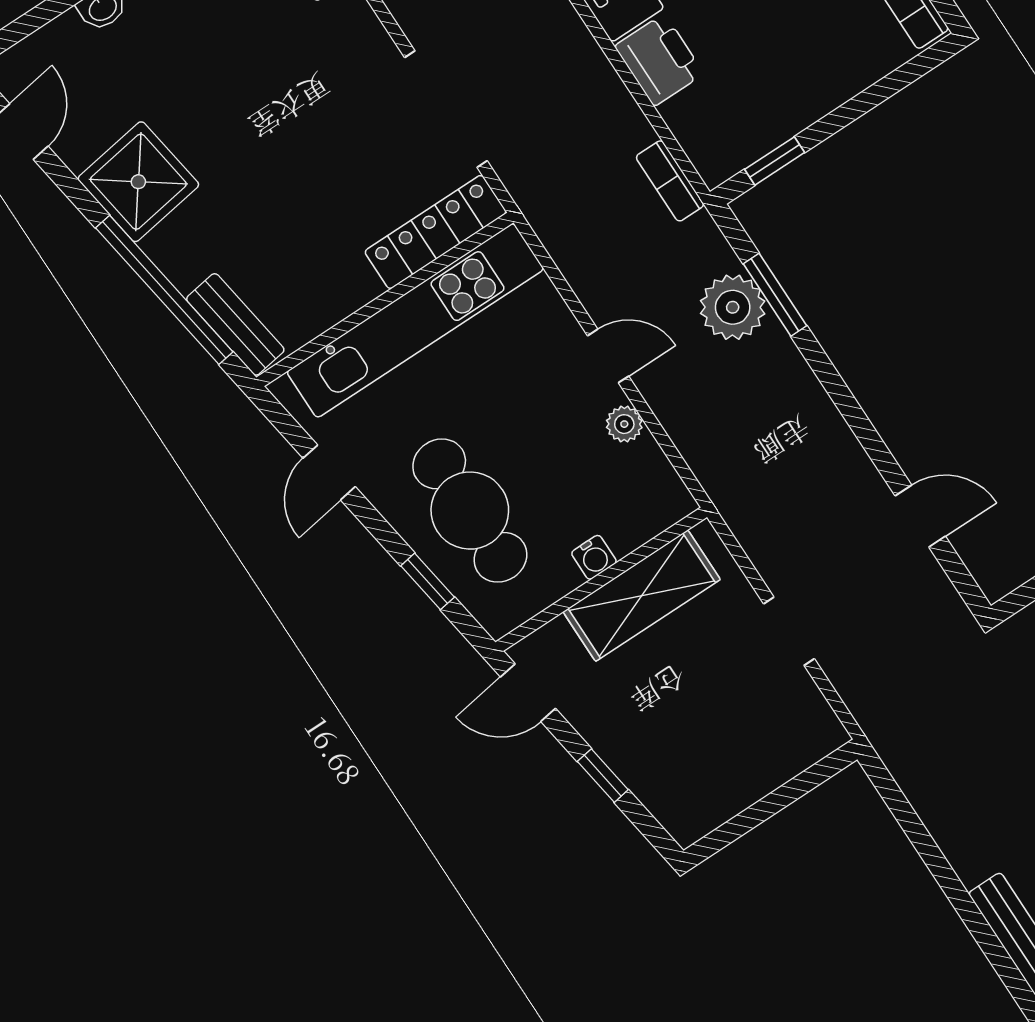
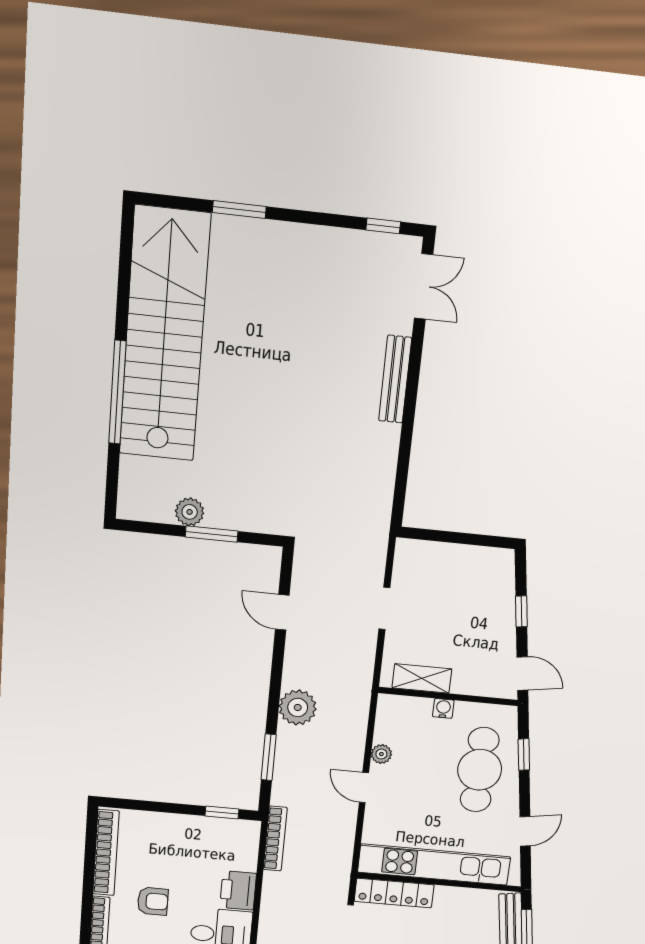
bookcase: (670, 181) -> (275, 839), width x1.56
plant: (733, 307) -> (298, 708), moved
shelving: (642, 596) -> (422, 678), width x0.67, depth x0.75

